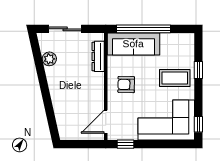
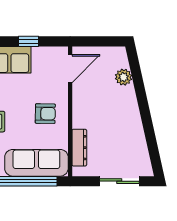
plant: (49, 59) -> (124, 77), moved
window: (126, 144) -> (29, 41), moved

